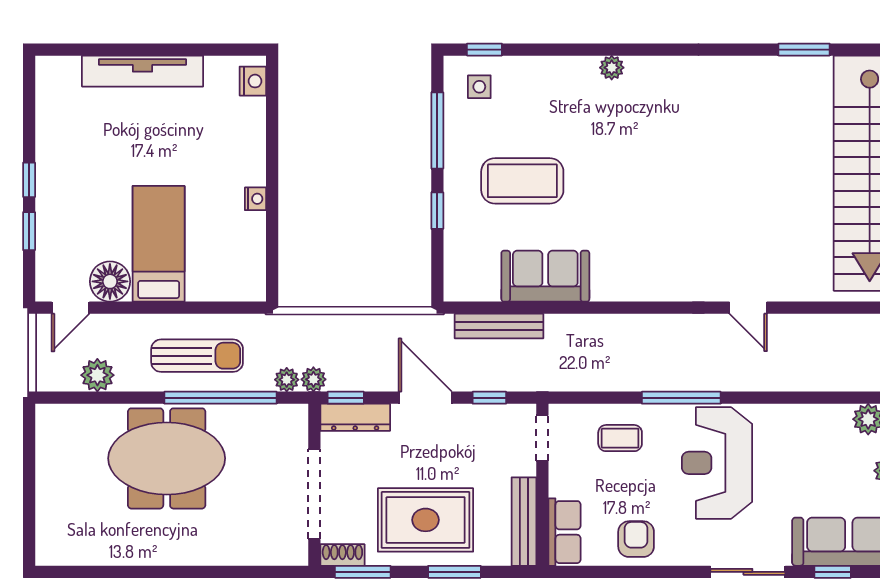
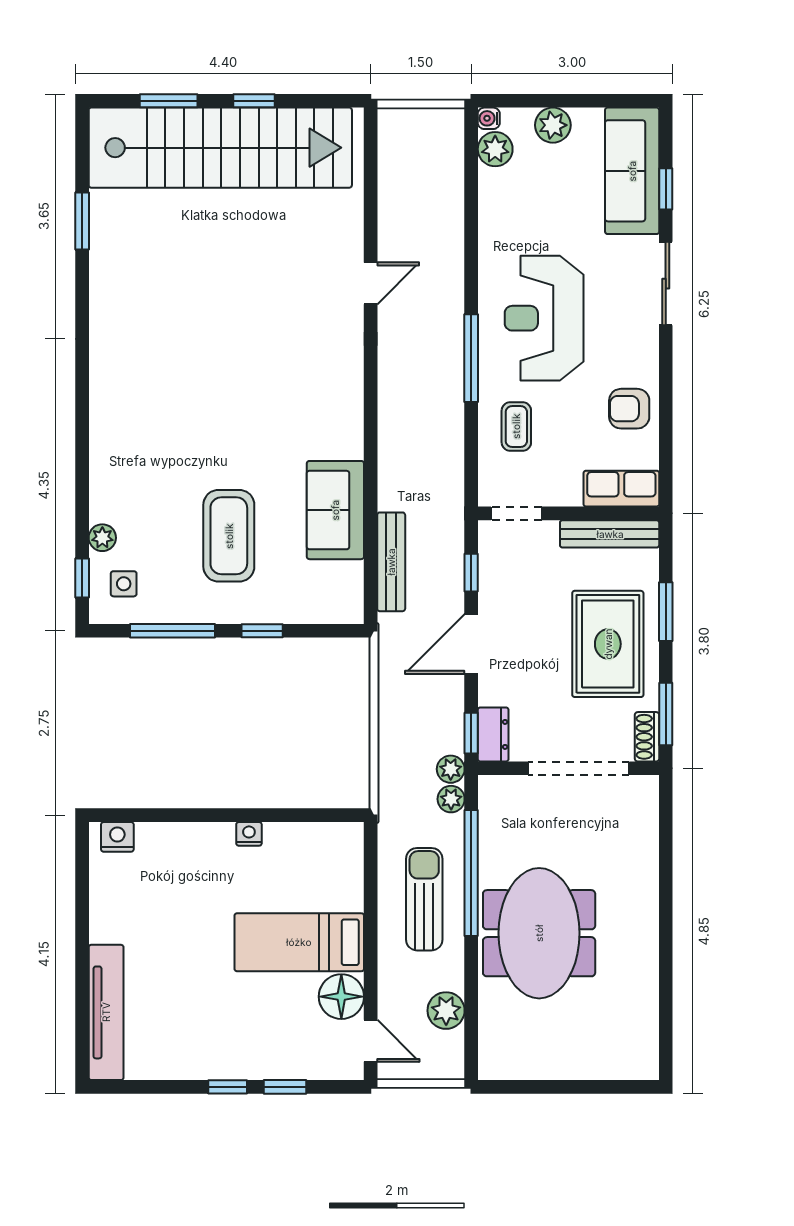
plant: (612, 68) -> (102, 538), moved
tv unit: (143, 71) -> (106, 1012), moved
dresser: (355, 417) -> (493, 734), width x0.70
reception desk: (717, 463) -> (544, 318), turned 90

